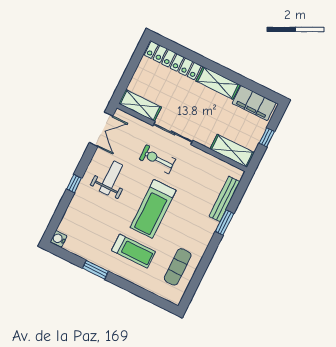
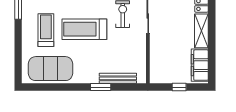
shelving: (232, 151) -> (156, 66), removed
treadmill: (133, 251) -> (46, 30), turned 180
exercise mat: (178, 267) -> (51, 69), width x2.00, depth x1.45

